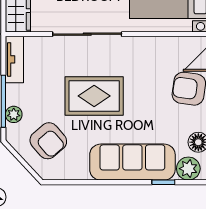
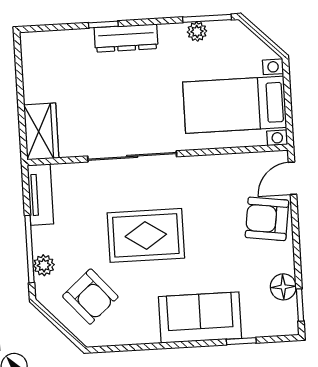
sofa: (132, 162) -> (200, 317), width x0.73
plant: (188, 169) -> (272, 322), removed

